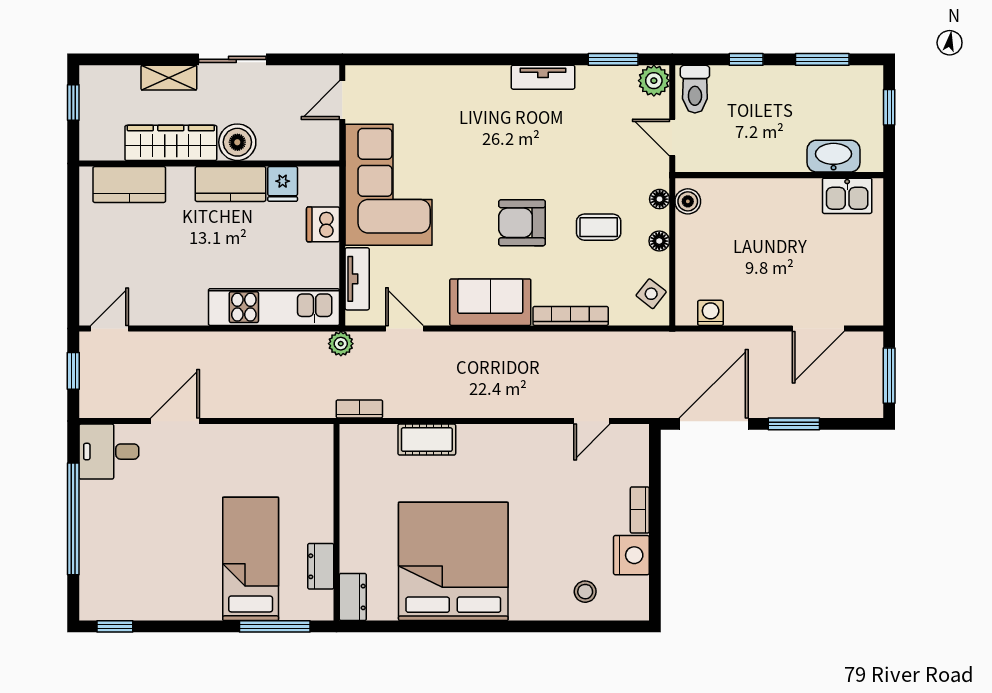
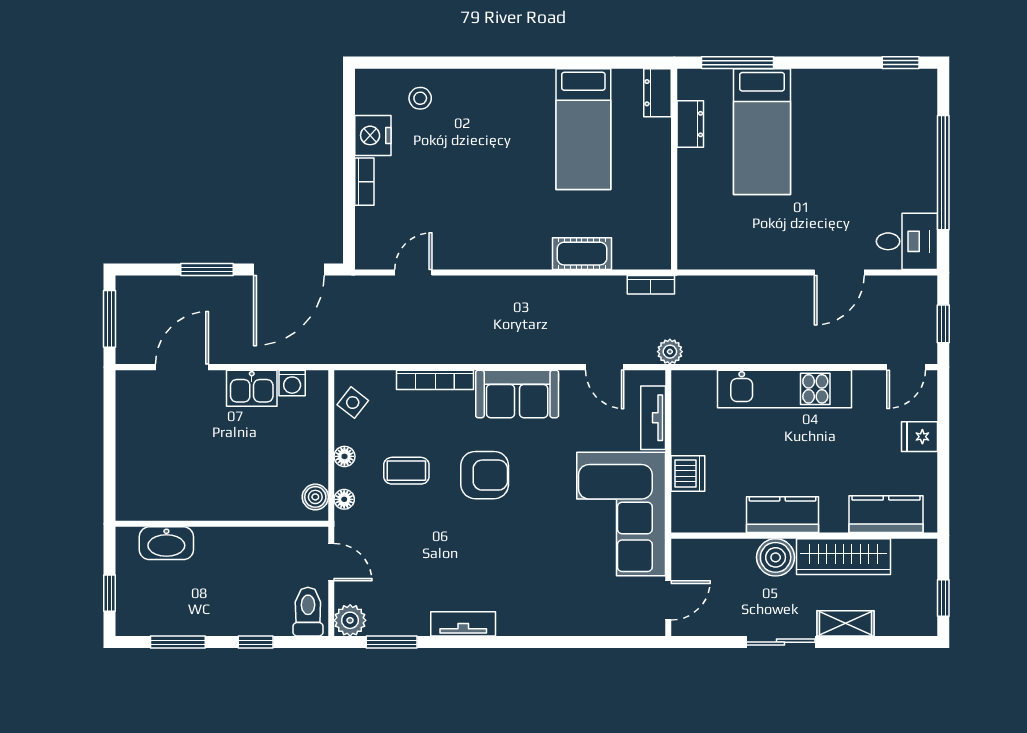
fridge: (283, 184) -> (919, 437), moved, turned -90
kitchen sink: (847, 196) -> (252, 388), moved, turned 180
kitchen unit: (274, 307) -> (785, 389), moved
bed: (453, 561) -> (583, 129), width x0.49

